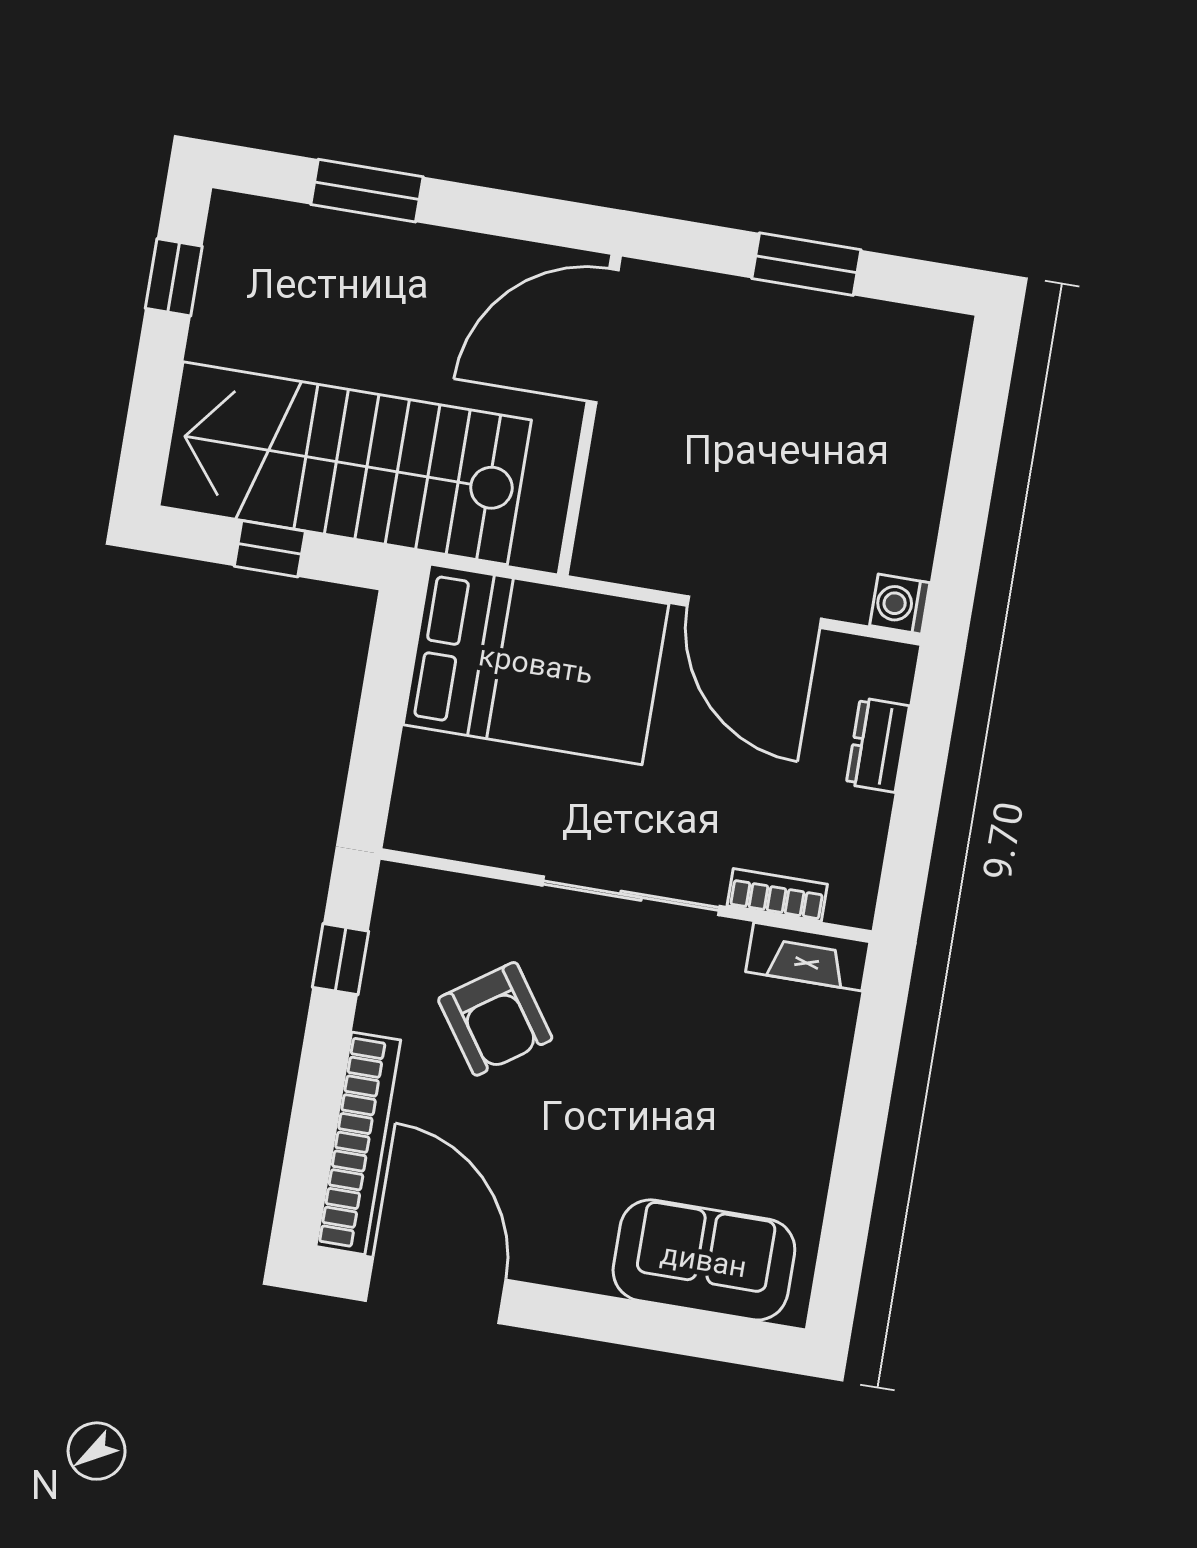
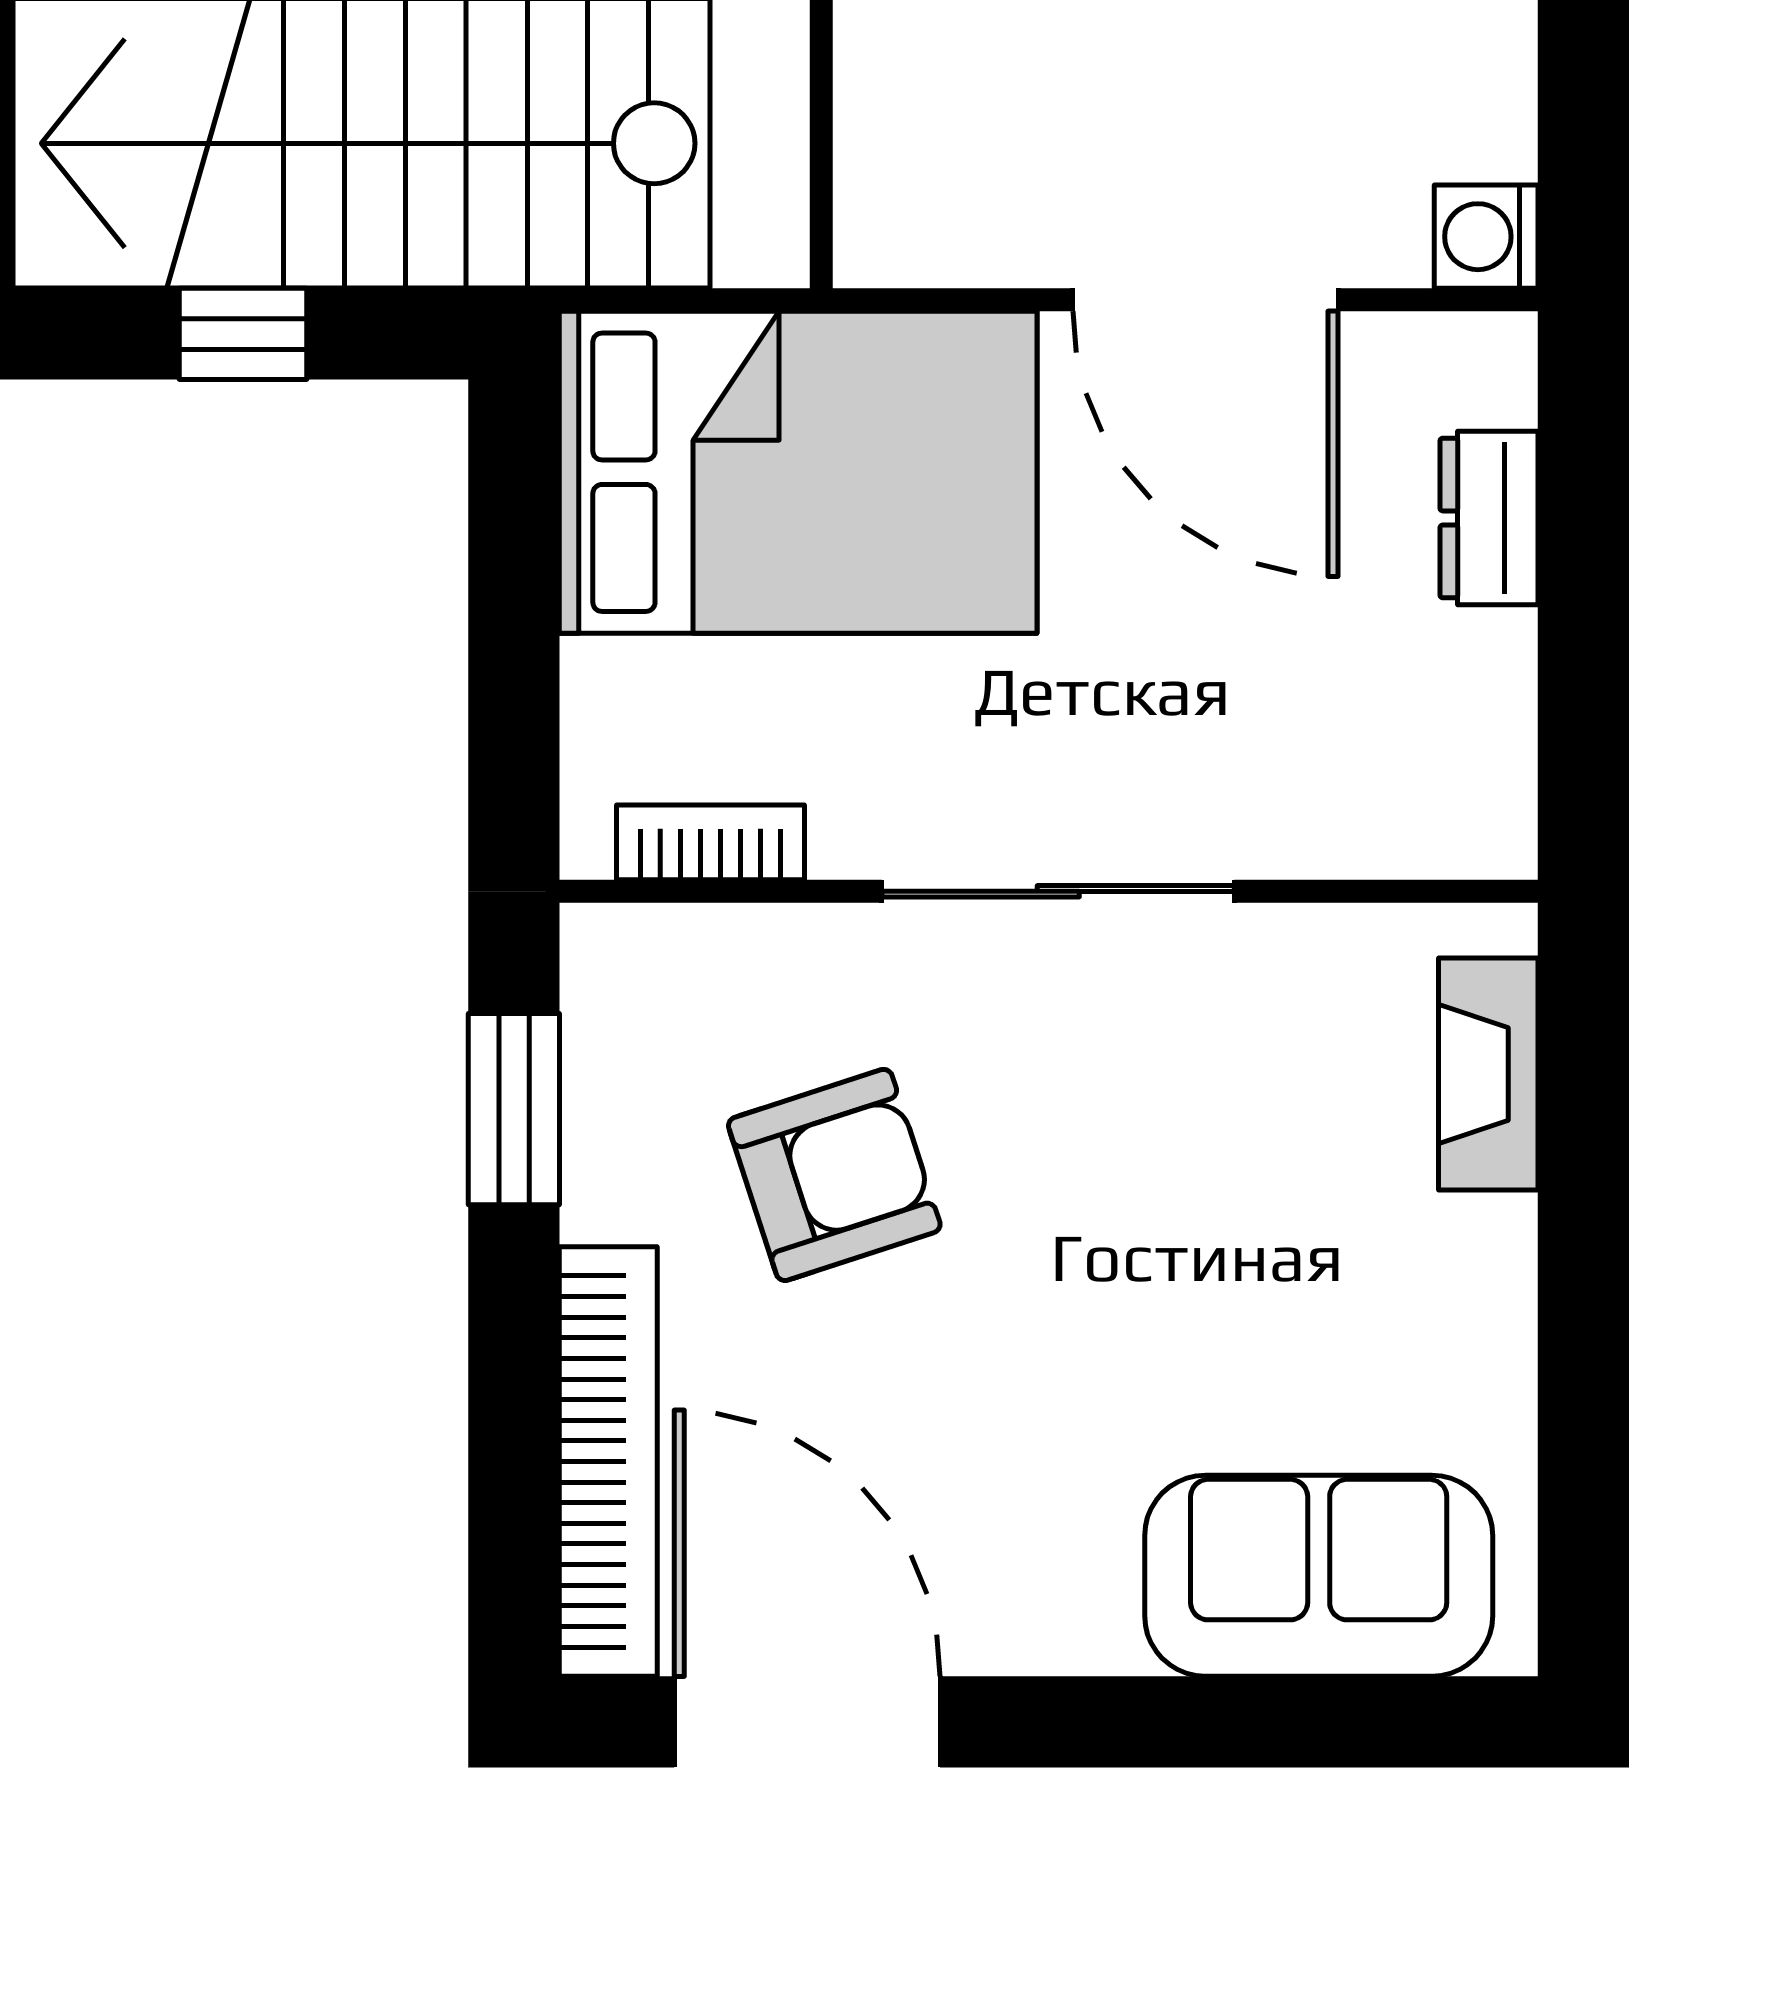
bookcase: (777, 895) -> (710, 842), moved
fireplace: (808, 957) -> (1488, 1074), moved, turned 90
window: (340, 959) -> (514, 1109), width x1.50
armchair: (495, 1019) -> (834, 1175), turned -73

